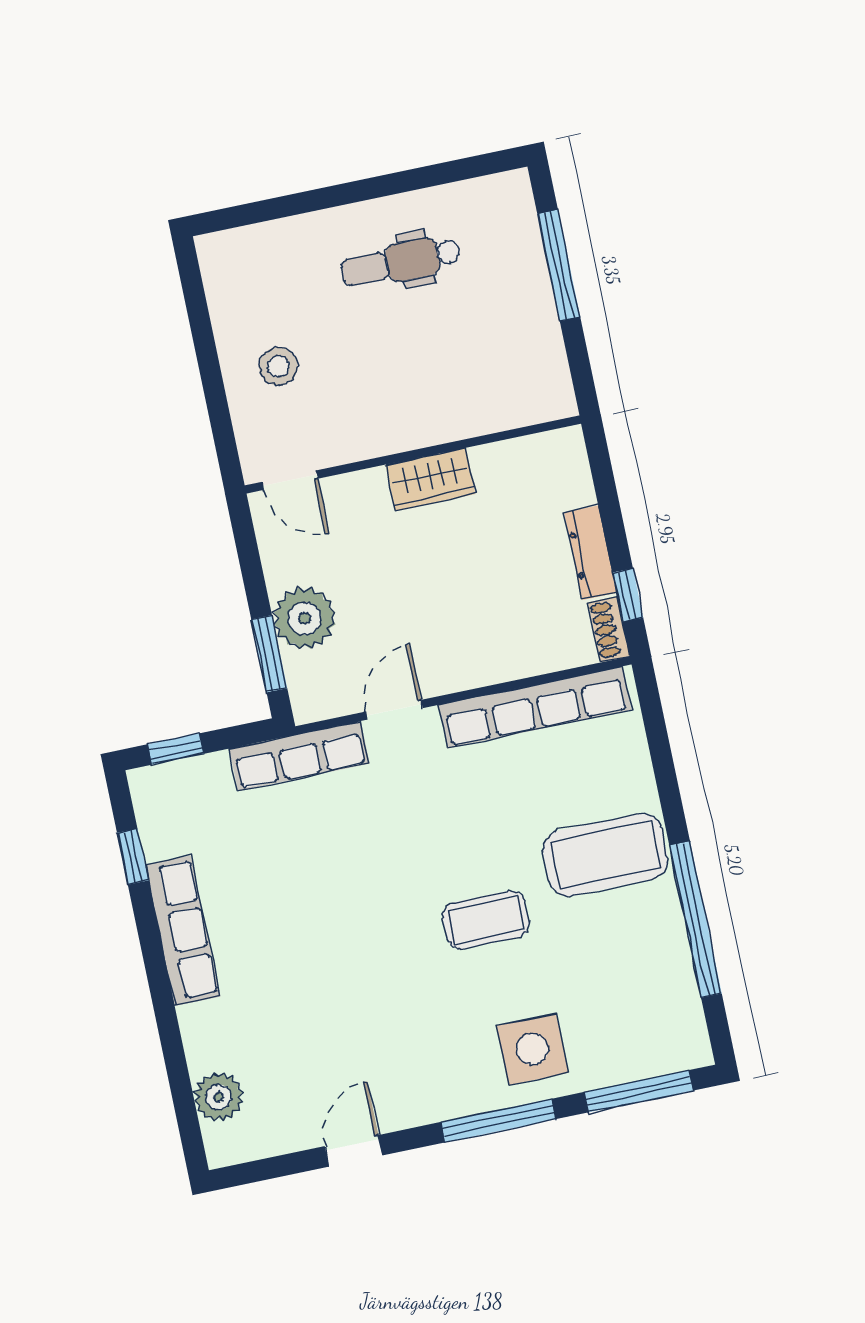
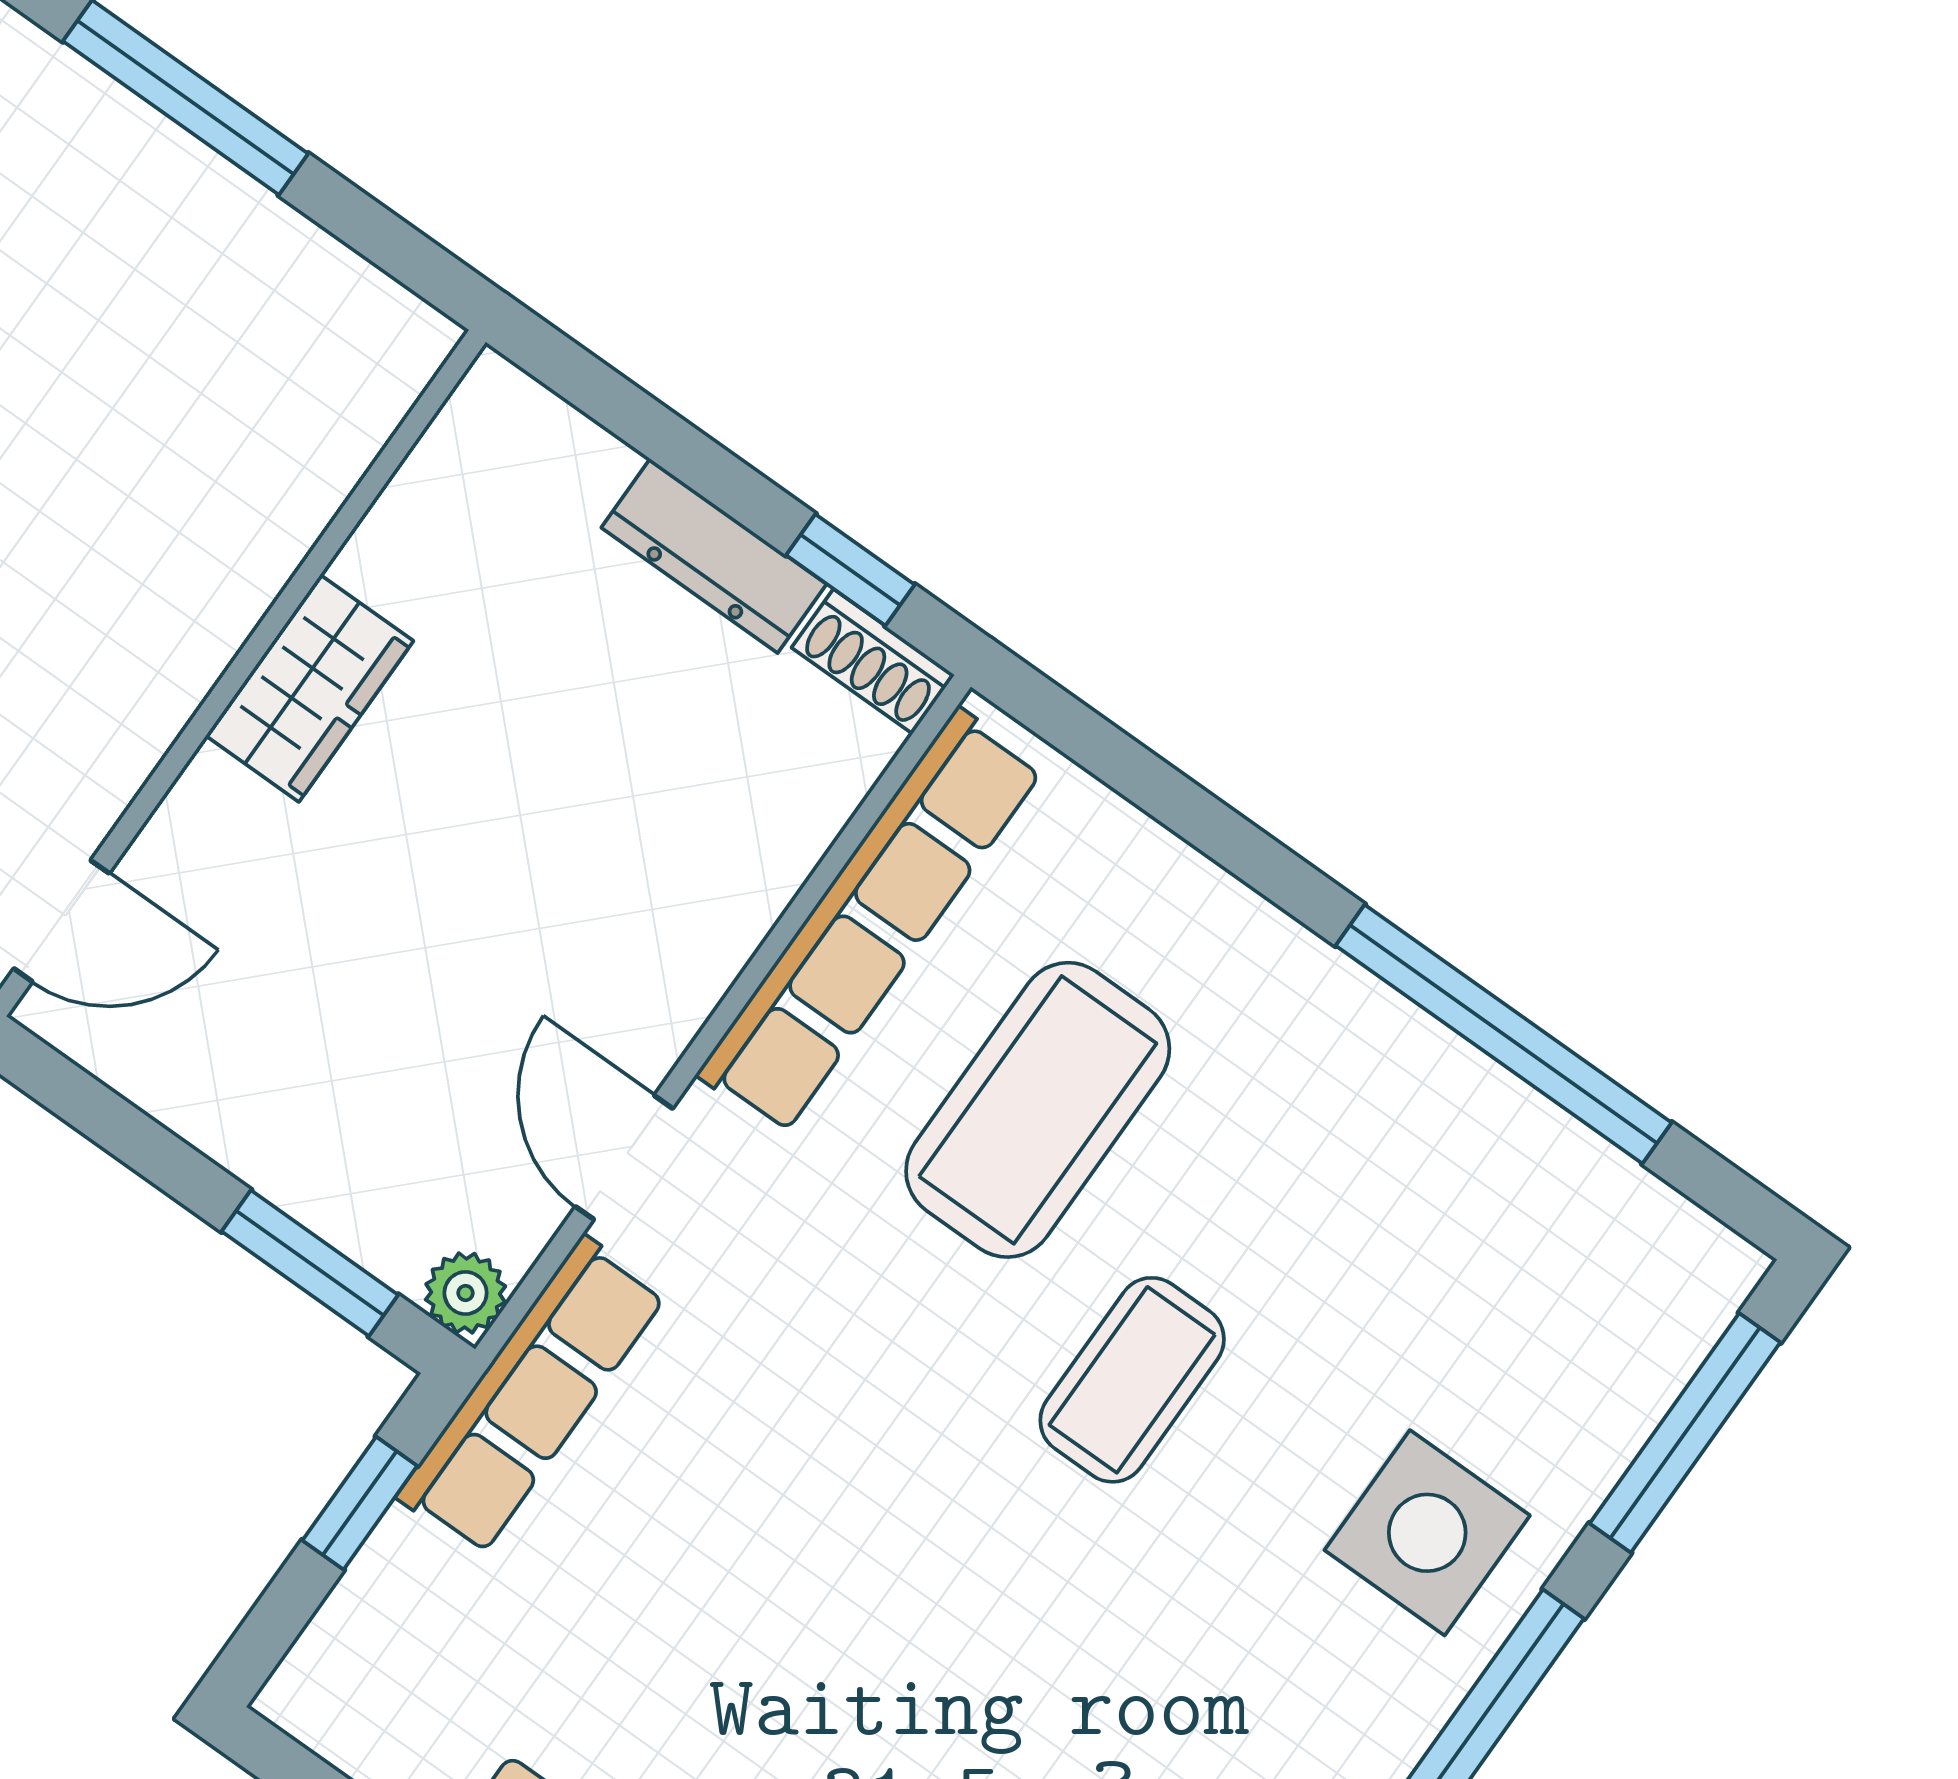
plant: (305, 618) -> (466, 1293), moved, width x0.53, depth x0.53
window: (176, 749) -> (360, 1503), moved
coffee table: (605, 855) -> (1038, 1110), moved

